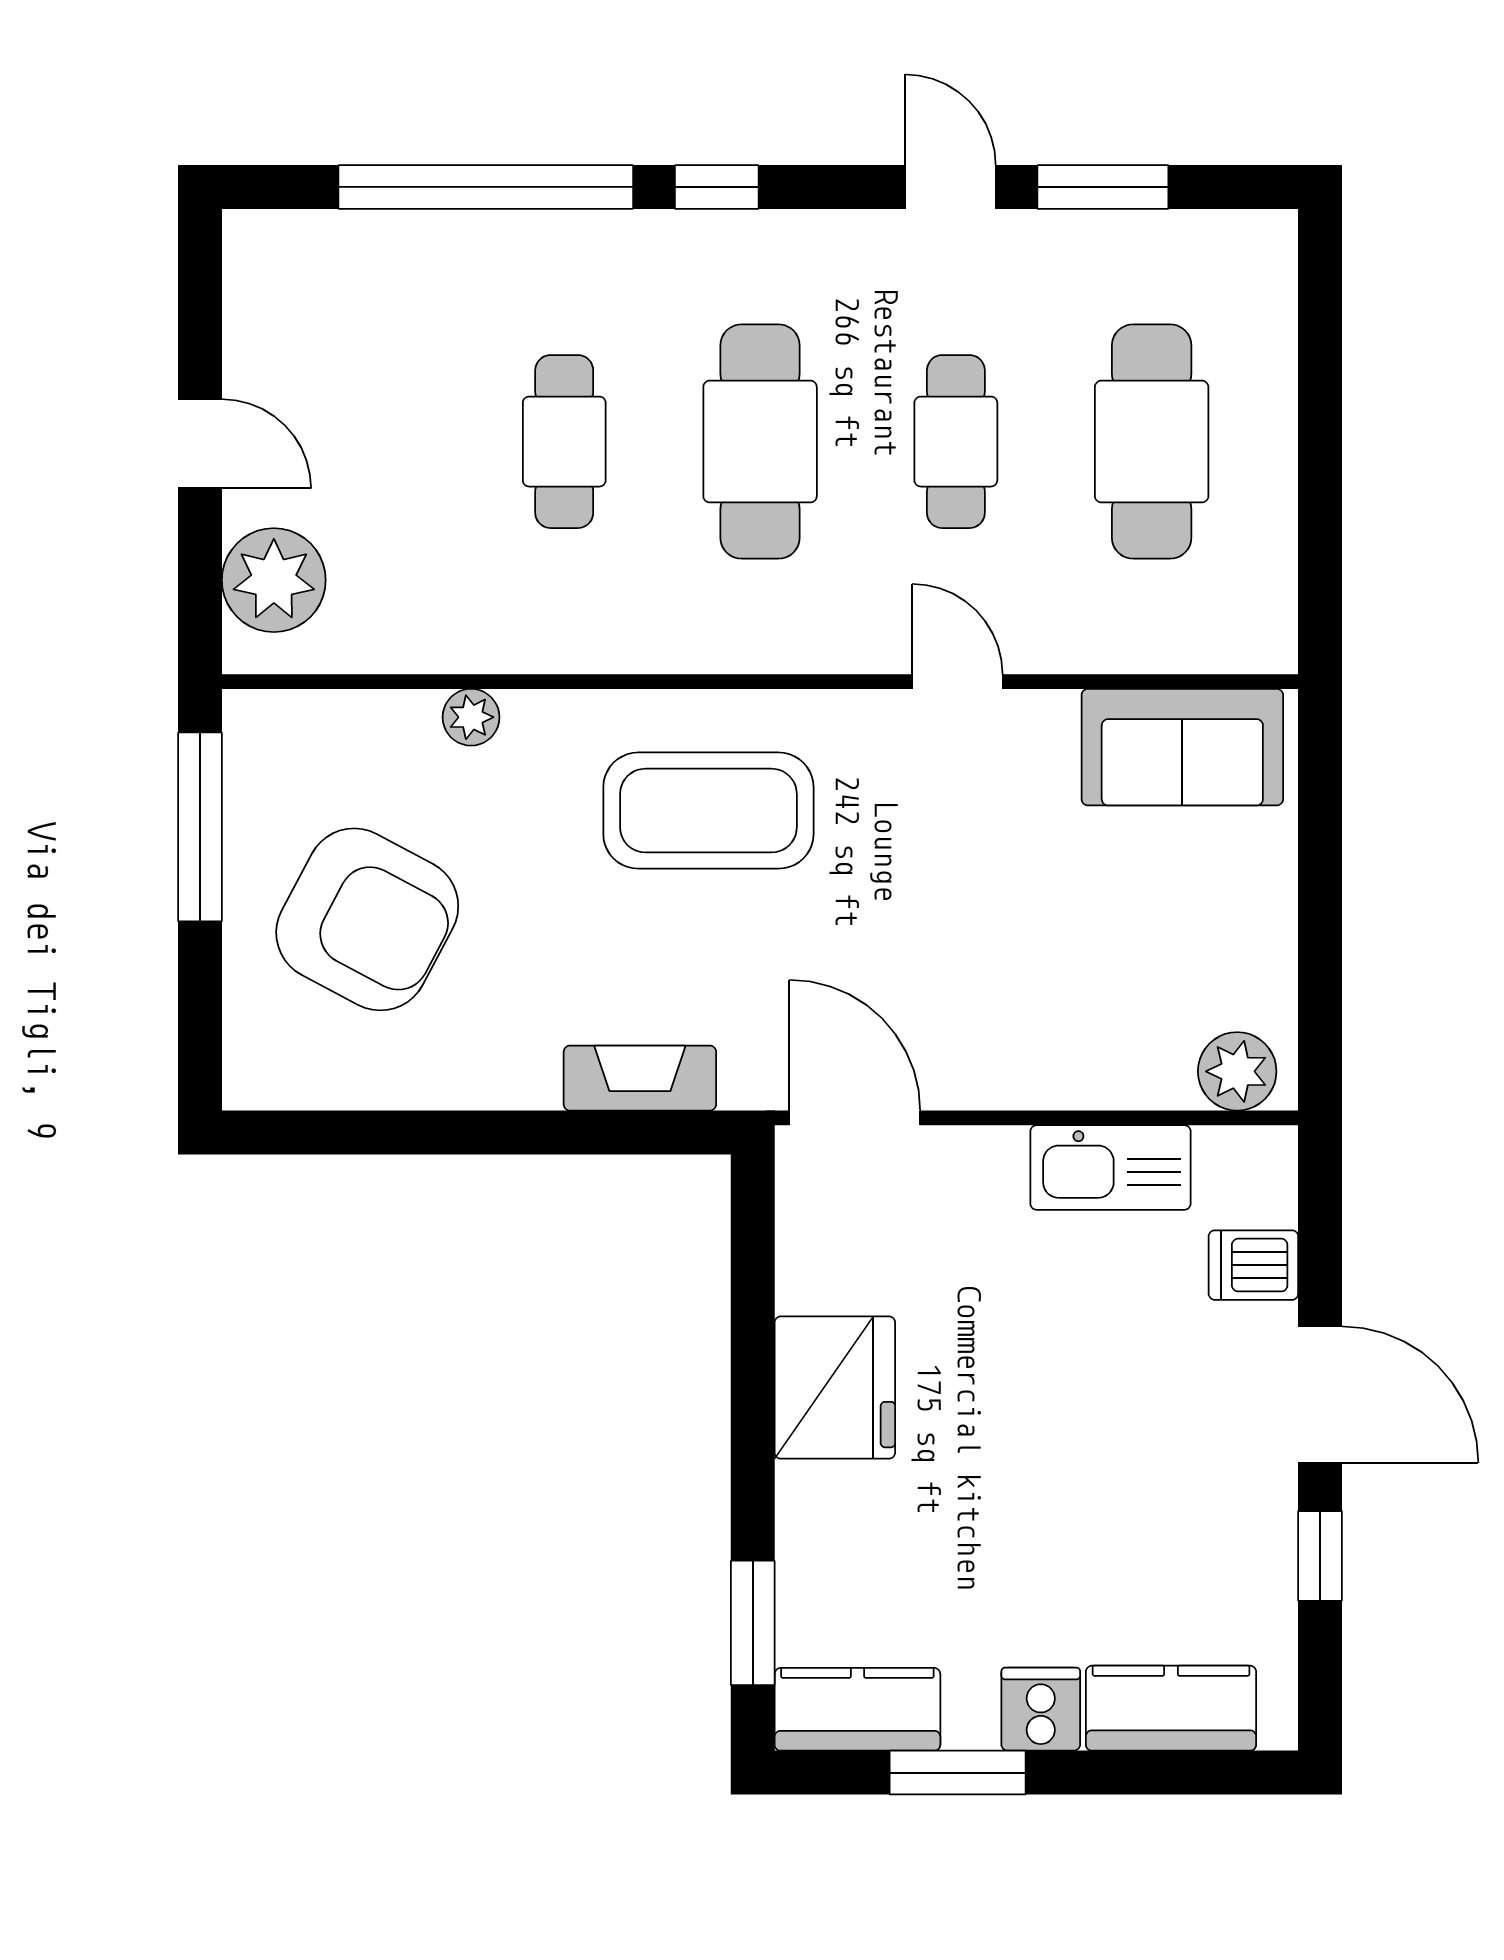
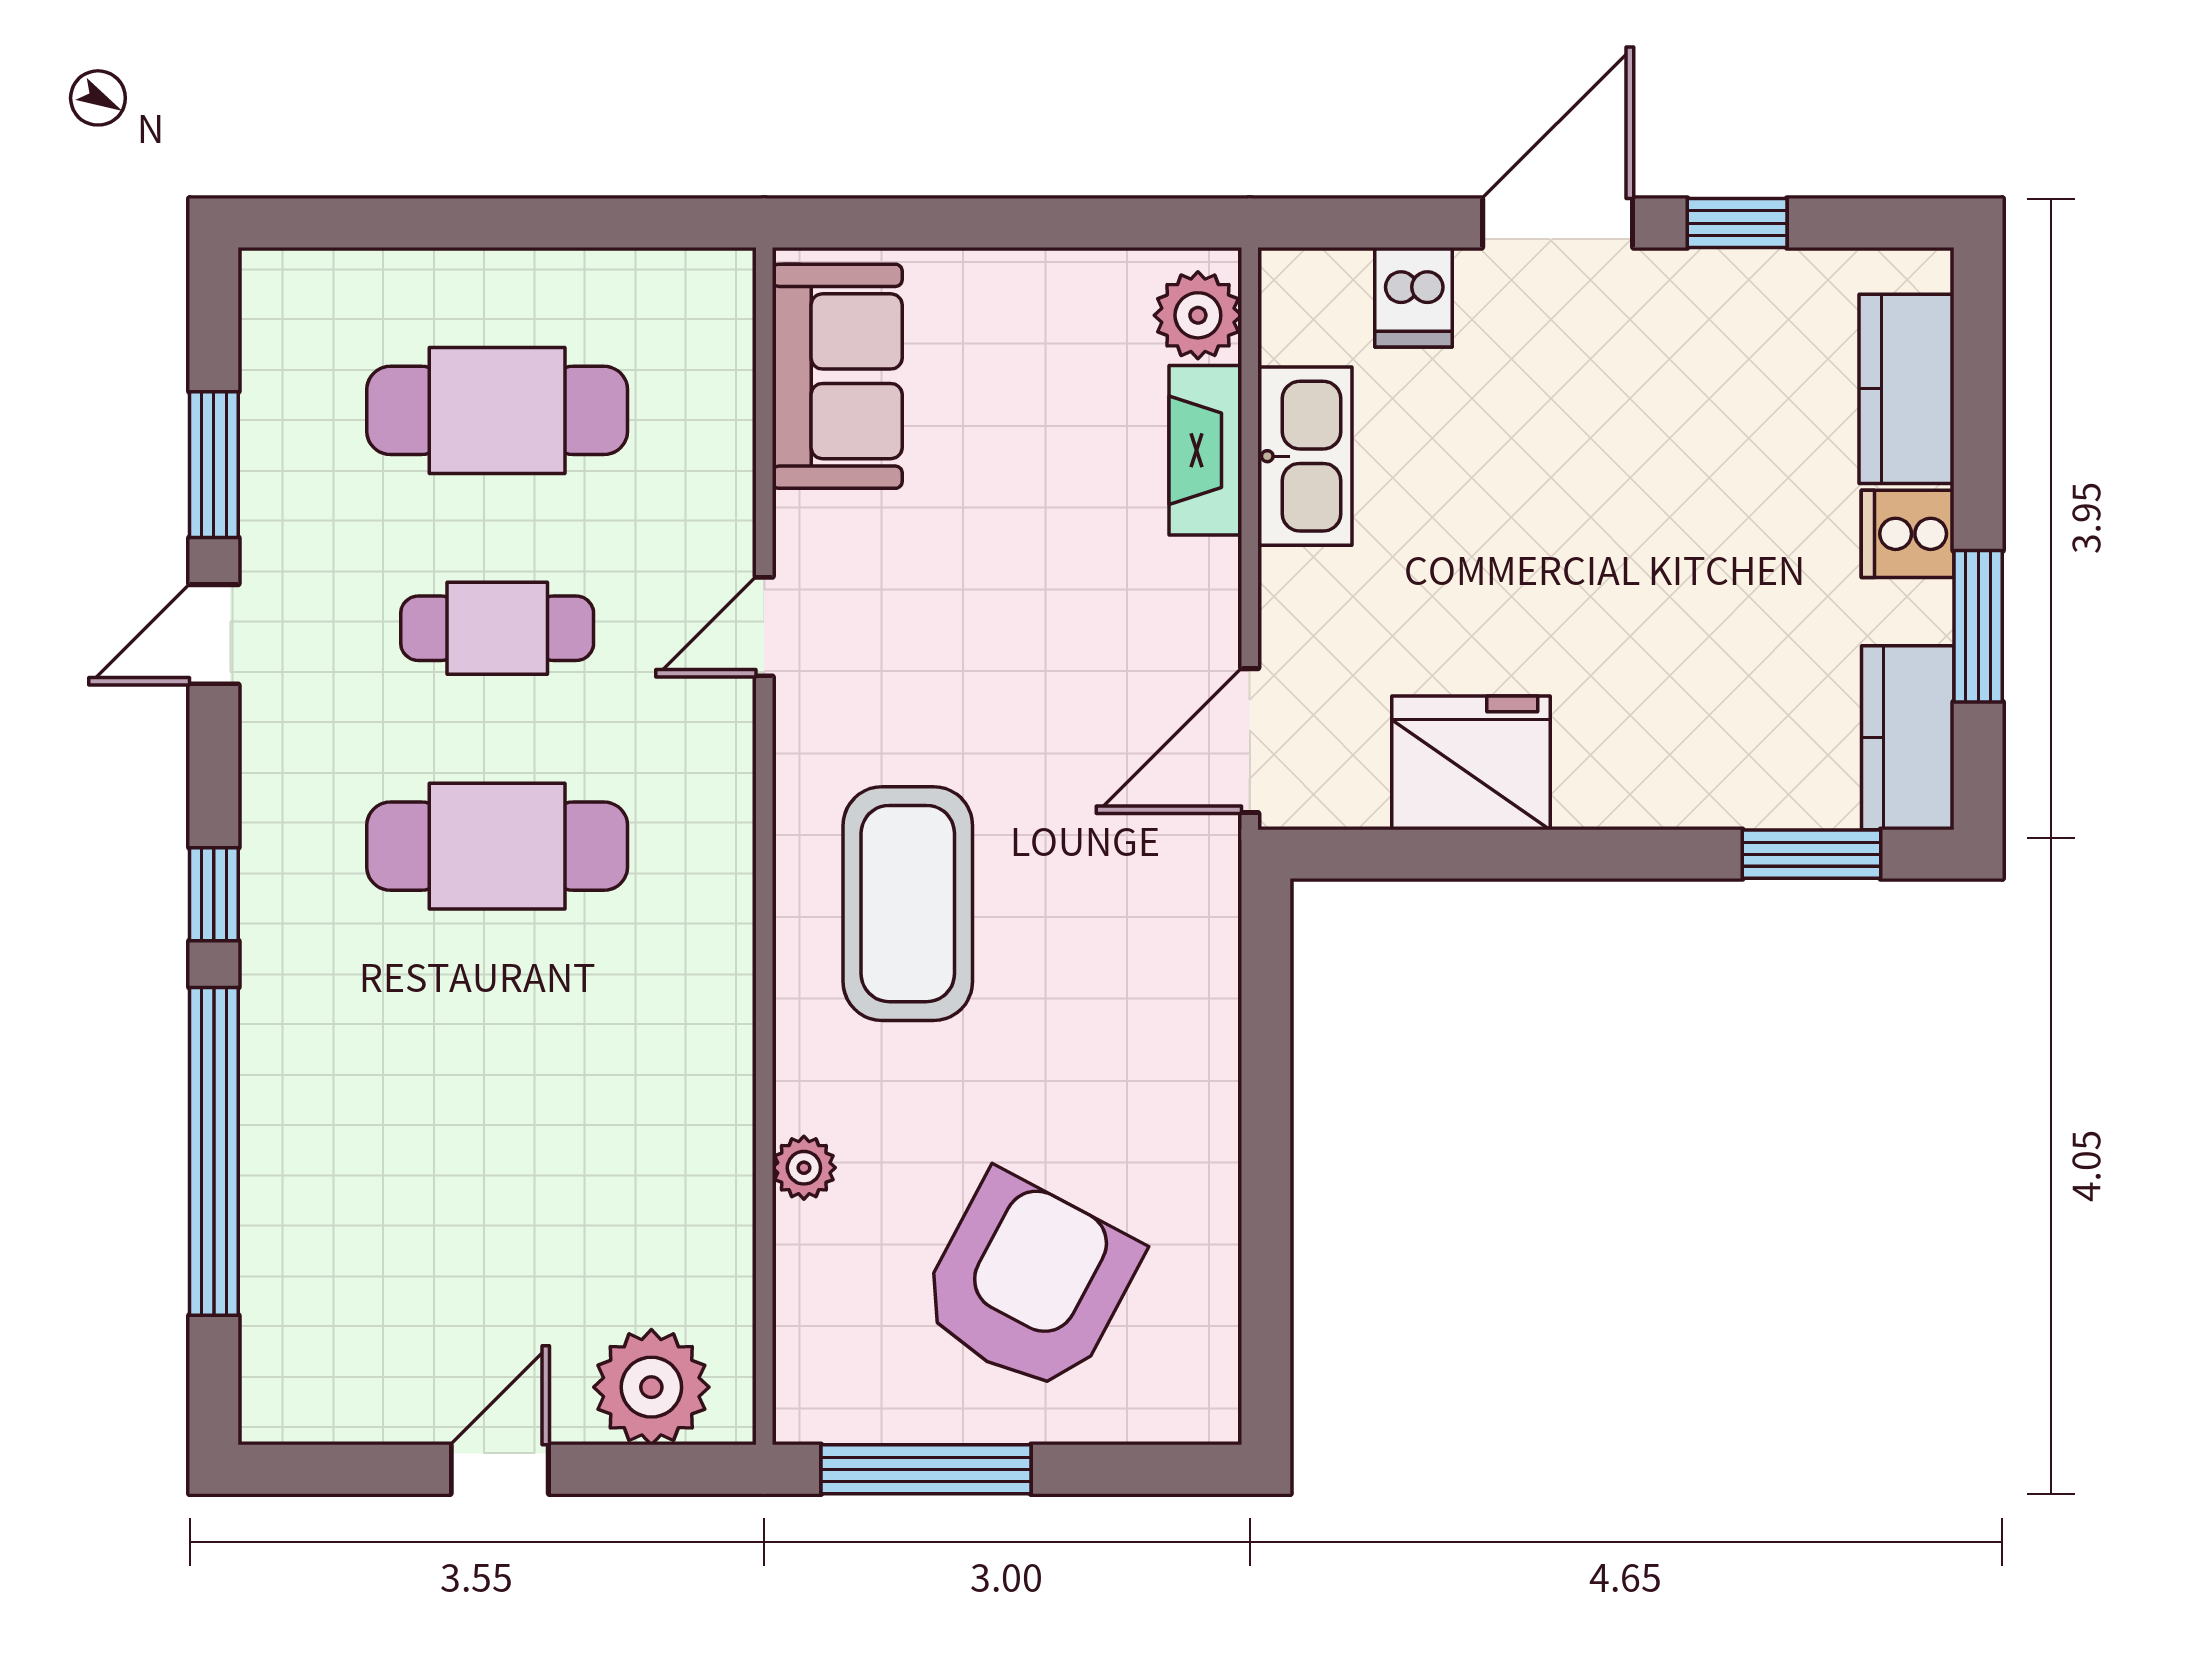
cafe table: (564, 442) -> (497, 1064), removed
fireplace: (640, 1078) -> (1205, 450), moved
fridge: (835, 1388) -> (1471, 763), moved

